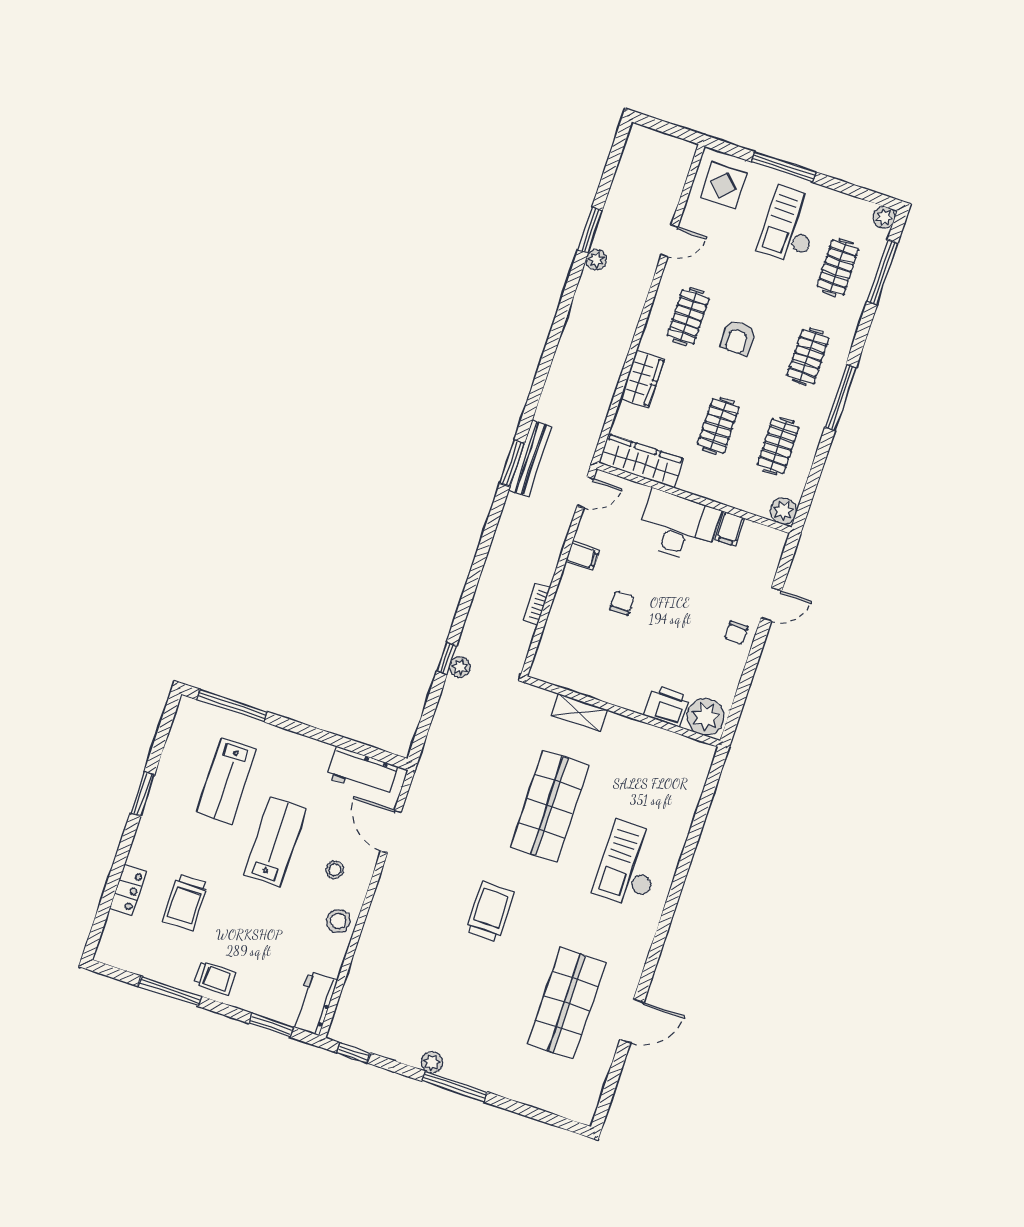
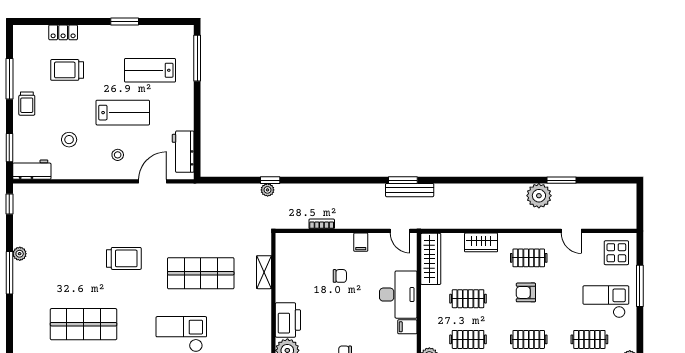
plant: (596, 260) -> (539, 196), width x1.88, depth x1.88
printer: (667, 706) -> (288, 320), width x1.37, depth x1.19
stool: (338, 921) -> (69, 140), moved

